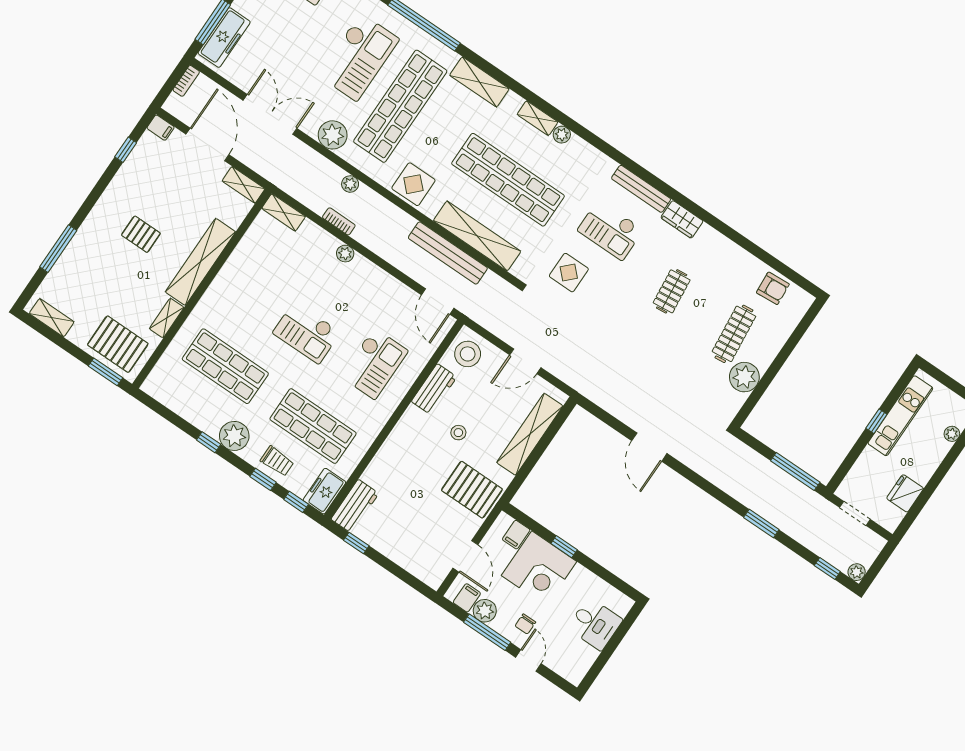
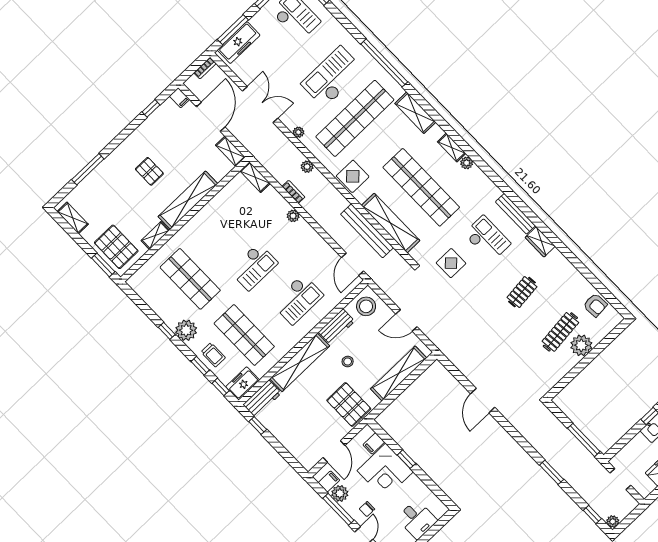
checkout: (359, 57) -> (332, 77), turned 180
plant: (333, 135) -> (298, 132), width x0.53, depth x0.53
checkout: (610, 230) -> (487, 239), turned 180
checkout: (307, 332) -> (254, 267), turned -90
plant: (744, 377) -> (581, 345), moved
shelving: (395, 447) -> (300, 362), added

